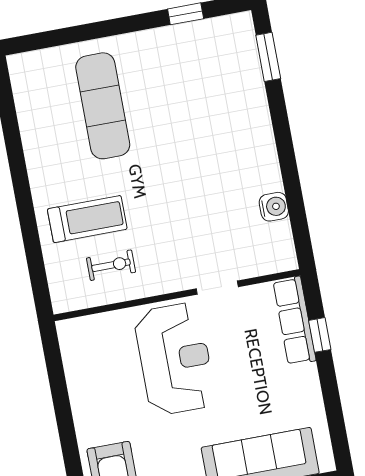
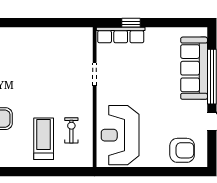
water cooler: (274, 207) -> (56, 35), removed
reception desk: (175, 359) -> (120, 135), moved, turned -90

